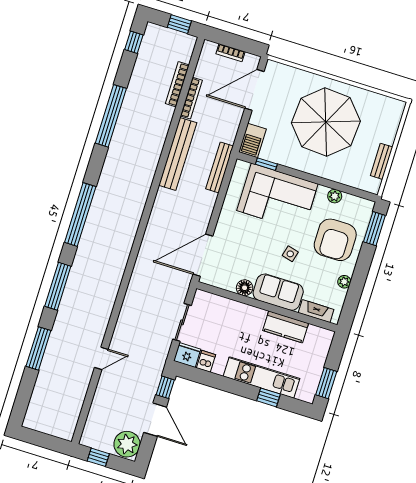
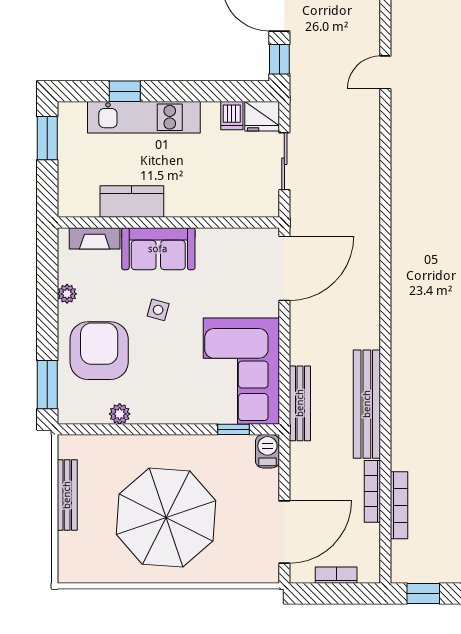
barbecue: (252, 140) -> (267, 451), width x0.73, depth x0.79
bench: (382, 161) -> (67, 495), width x1.36
corner sofa: (277, 197) -> (241, 371), moved, turned -90
floor lamp: (245, 288) -> (209, 240), removed

